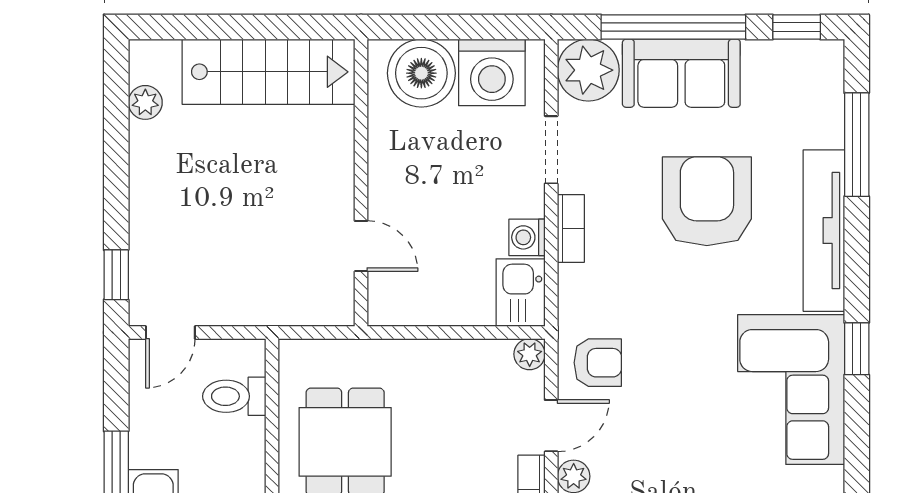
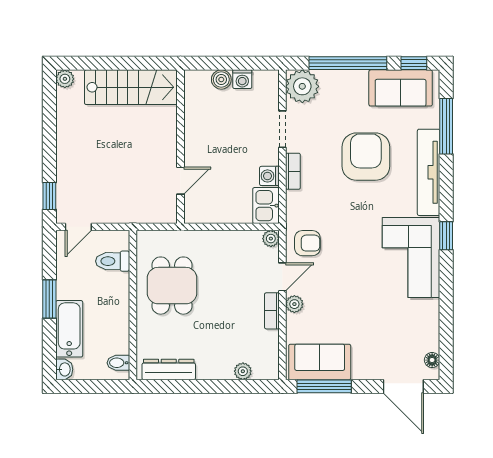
washing machine: (492, 72) -> (242, 79), width x0.53, depth x0.53
boiler: (421, 73) -> (221, 80), width x0.54, depth x0.54
sofa: (681, 73) -> (401, 88), moved
plant: (145, 102) -> (65, 79), moved
door: (361, 246) -> (180, 181), hinge flipped

